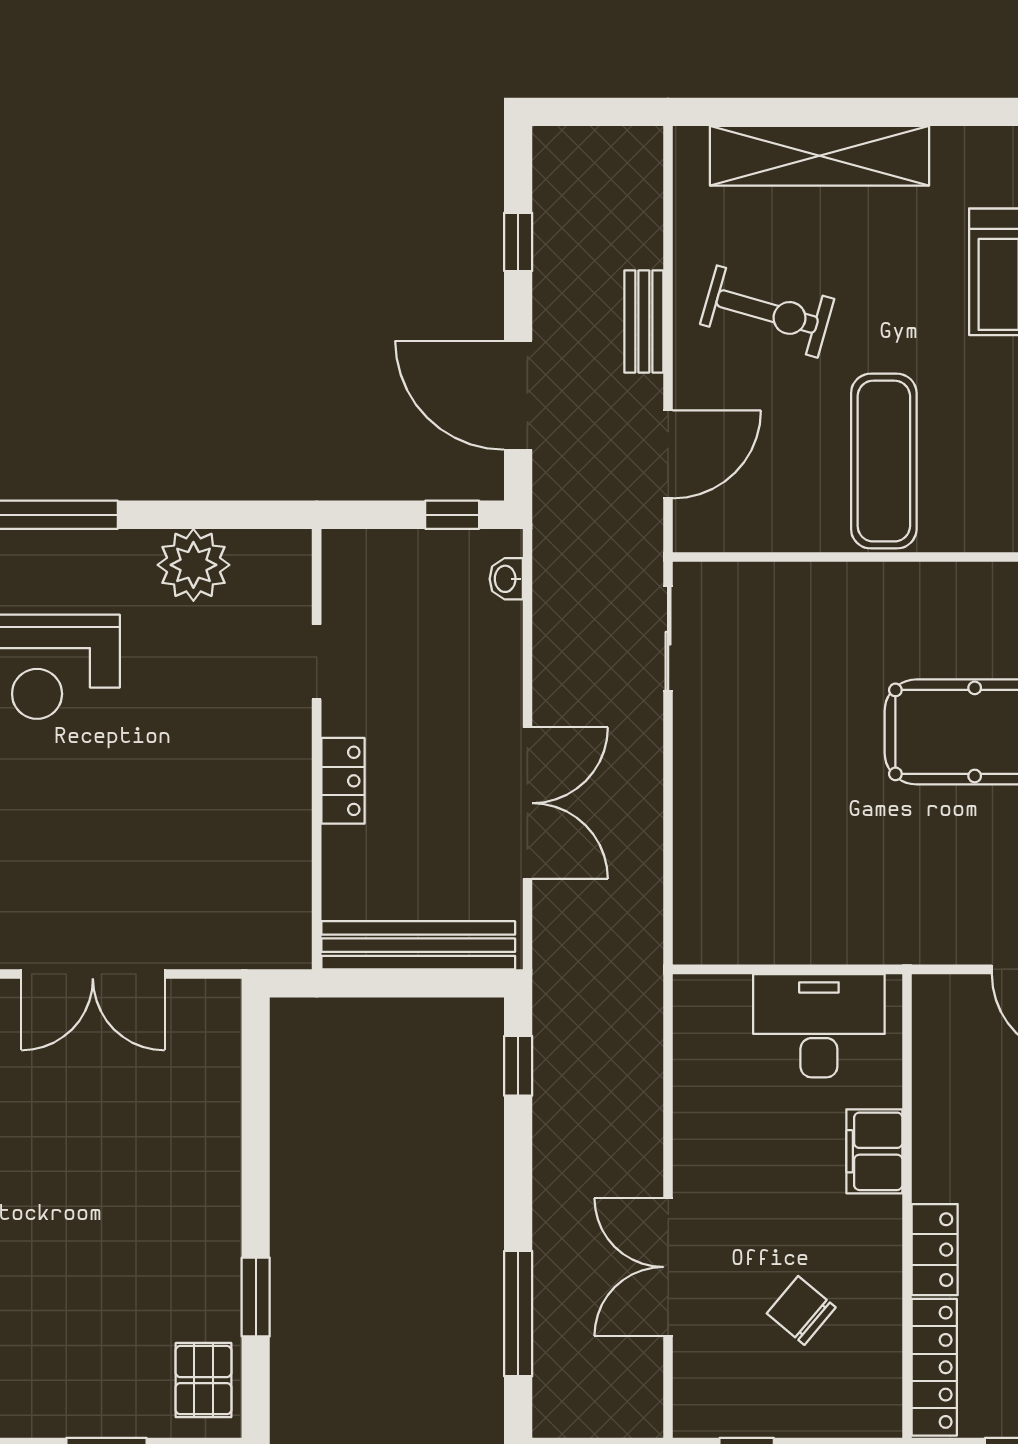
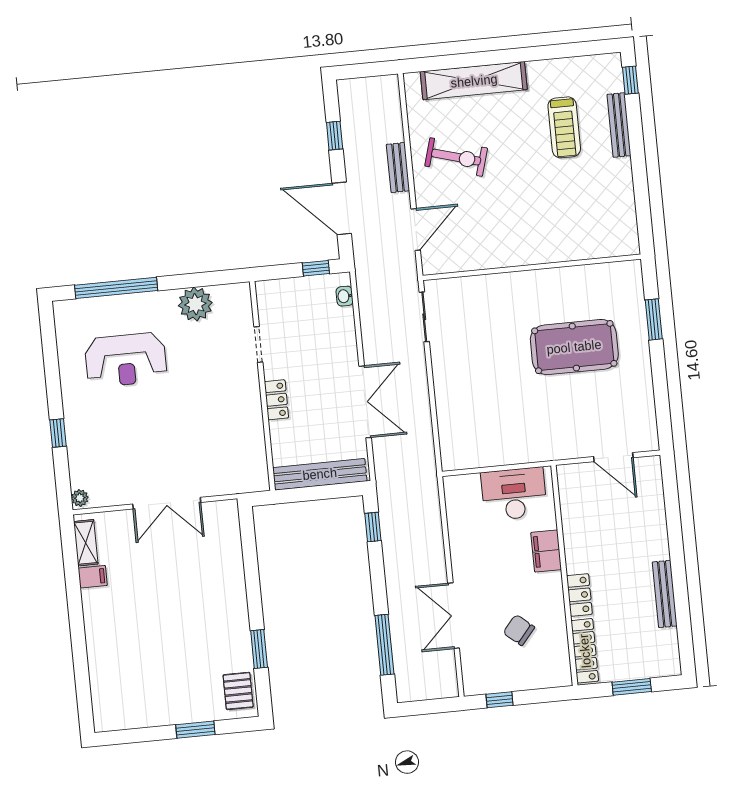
exercise mat: (884, 461) -> (519, 223), removed

